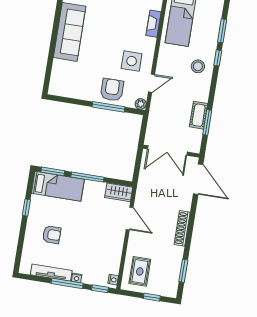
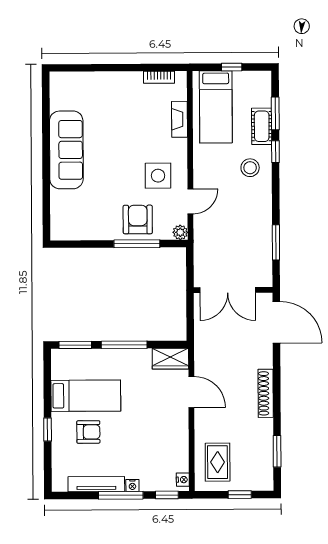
cot: (199, 115) -> (262, 126), moved
bed: (58, 186) -> (86, 396), moved
window: (26, 208) -> (48, 429), moved

